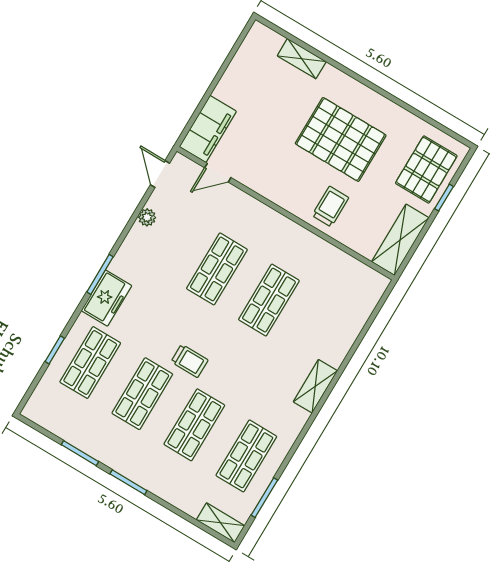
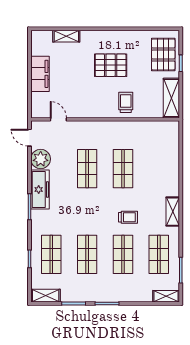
filing cabinet: (208, 129) -> (40, 74), moved
pallet: (341, 139) -> (111, 65), width x0.73, depth x0.71
door: (218, 173) -> (58, 119), swing flipped
plant: (147, 217) -> (41, 159), width x1.88, depth x1.88
freezer: (107, 298) -> (40, 189), moved, width x1.40
trolley: (190, 361) -> (128, 217), moved
shelving: (315, 386) -> (173, 212), moved
shelving: (46, 418) -> (46, 296), added

